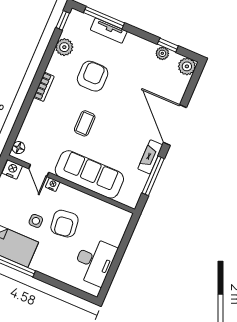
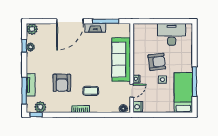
plant: (64, 47) -> (40, 107), moved
armchair: (93, 76) -> (62, 83), turned -90
coffee table: (85, 123) -> (91, 91), moved

